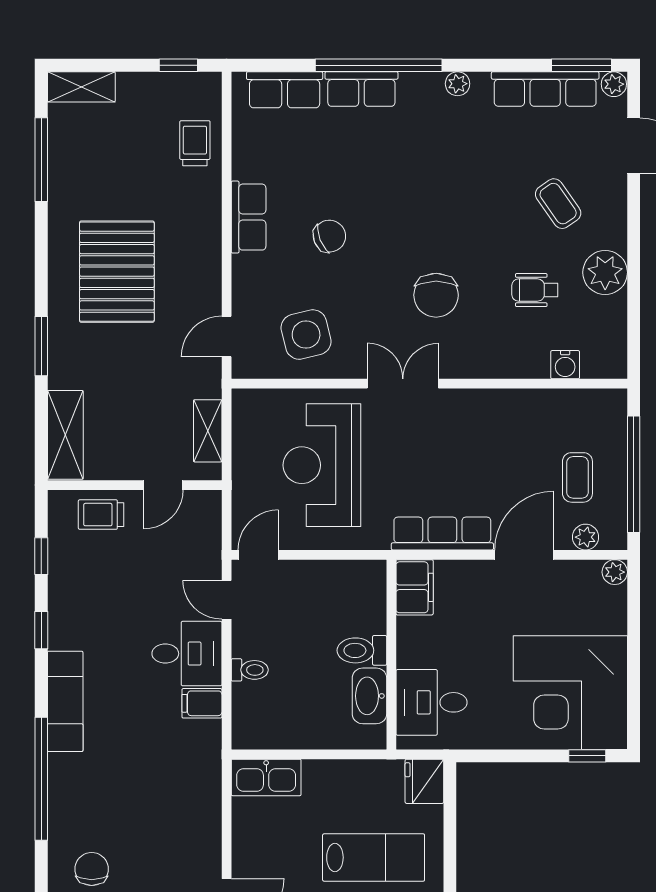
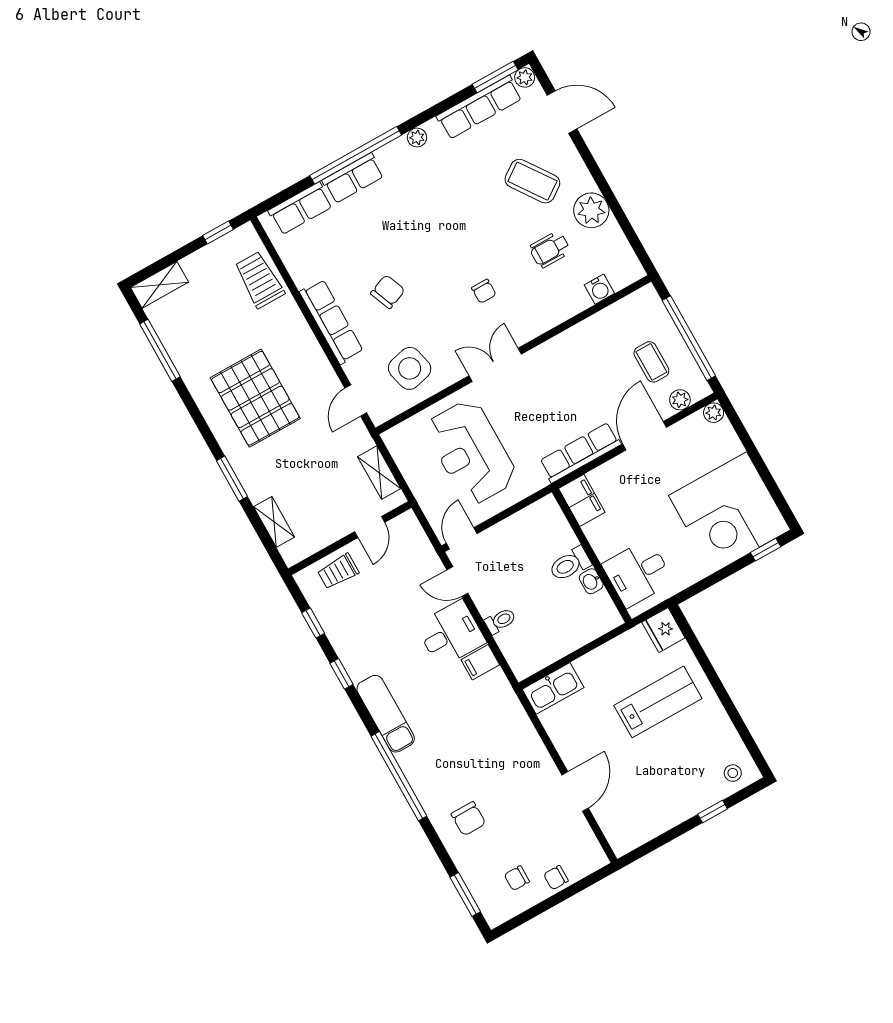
trolley: (195, 143) -> (259, 280), width x1.36, depth x1.39
coffee table: (558, 204) -> (532, 181), width x1.36, depth x1.30
row of seats: (249, 217) -> (331, 322), width x1.48
chair: (436, 295) -> (484, 291), width x0.54, depth x0.54
shelving: (65, 435) -> (274, 522), width x0.67, depth x0.75
washbasin: (369, 696) -> (591, 581), width x0.52, depth x0.69
chair: (92, 869) -> (468, 819), turned 180

